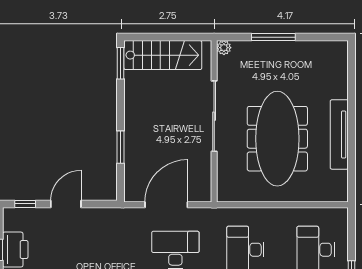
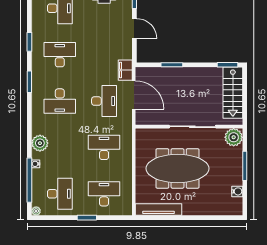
plant: (224, 48) -> (234, 137), width x1.87, depth x1.87
water cooler: (312, 49) -> (237, 191), added
tv unit: (339, 134) -> (158, 209), moved
filing cabinet: (129, 218) -> (125, 70), added

